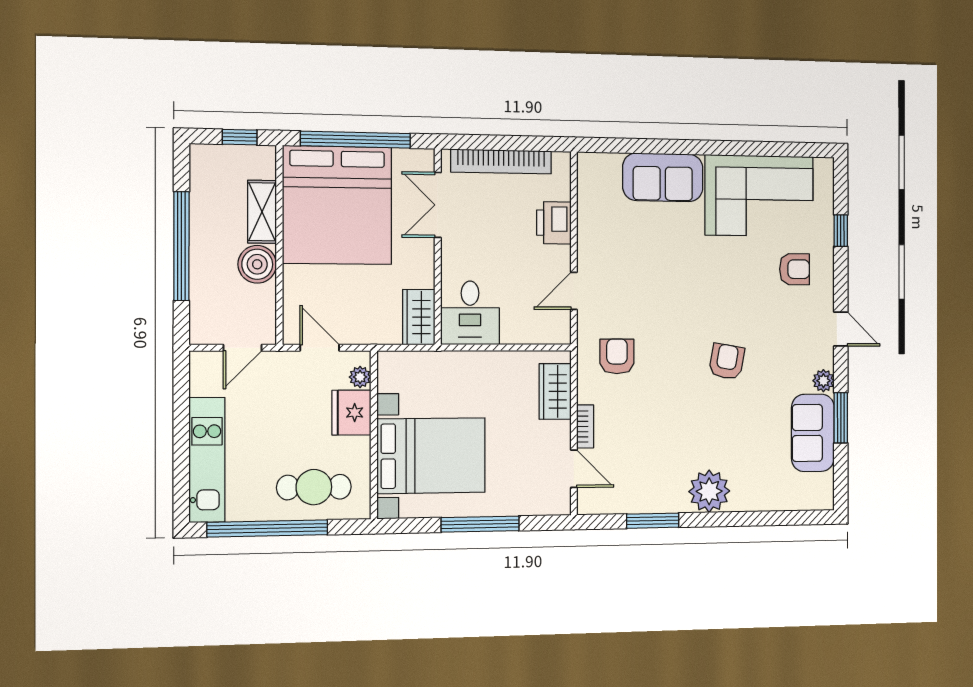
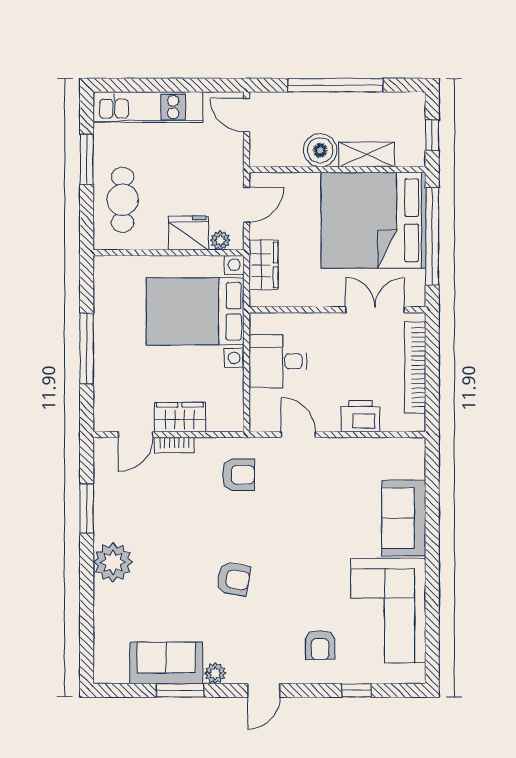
desk: (470, 313) -> (278, 361), moved
wardrobe: (419, 317) -> (263, 265), moved, turned 90
door: (243, 348) -> (246, 115), moved
wardrobe: (555, 391) -> (180, 417), moved
bed with nightstands: (431, 456) -> (195, 311), moved, turned 90
window: (268, 528) -> (87, 159), width x0.47

